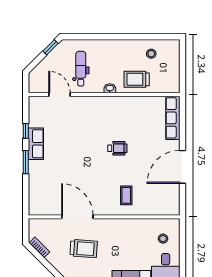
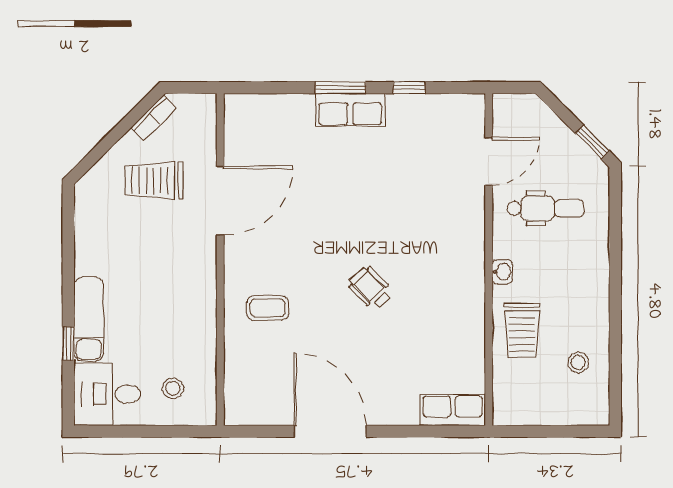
trolley: (137, 79) -> (522, 331), turned 180
row of seats: (173, 118) -> (453, 410), width x0.68
row of seats: (36, 144) -> (350, 110), moved
wheelchair: (117, 148) -> (371, 288), turned 136
trolley: (84, 249) -> (154, 181), moved, turned 86

